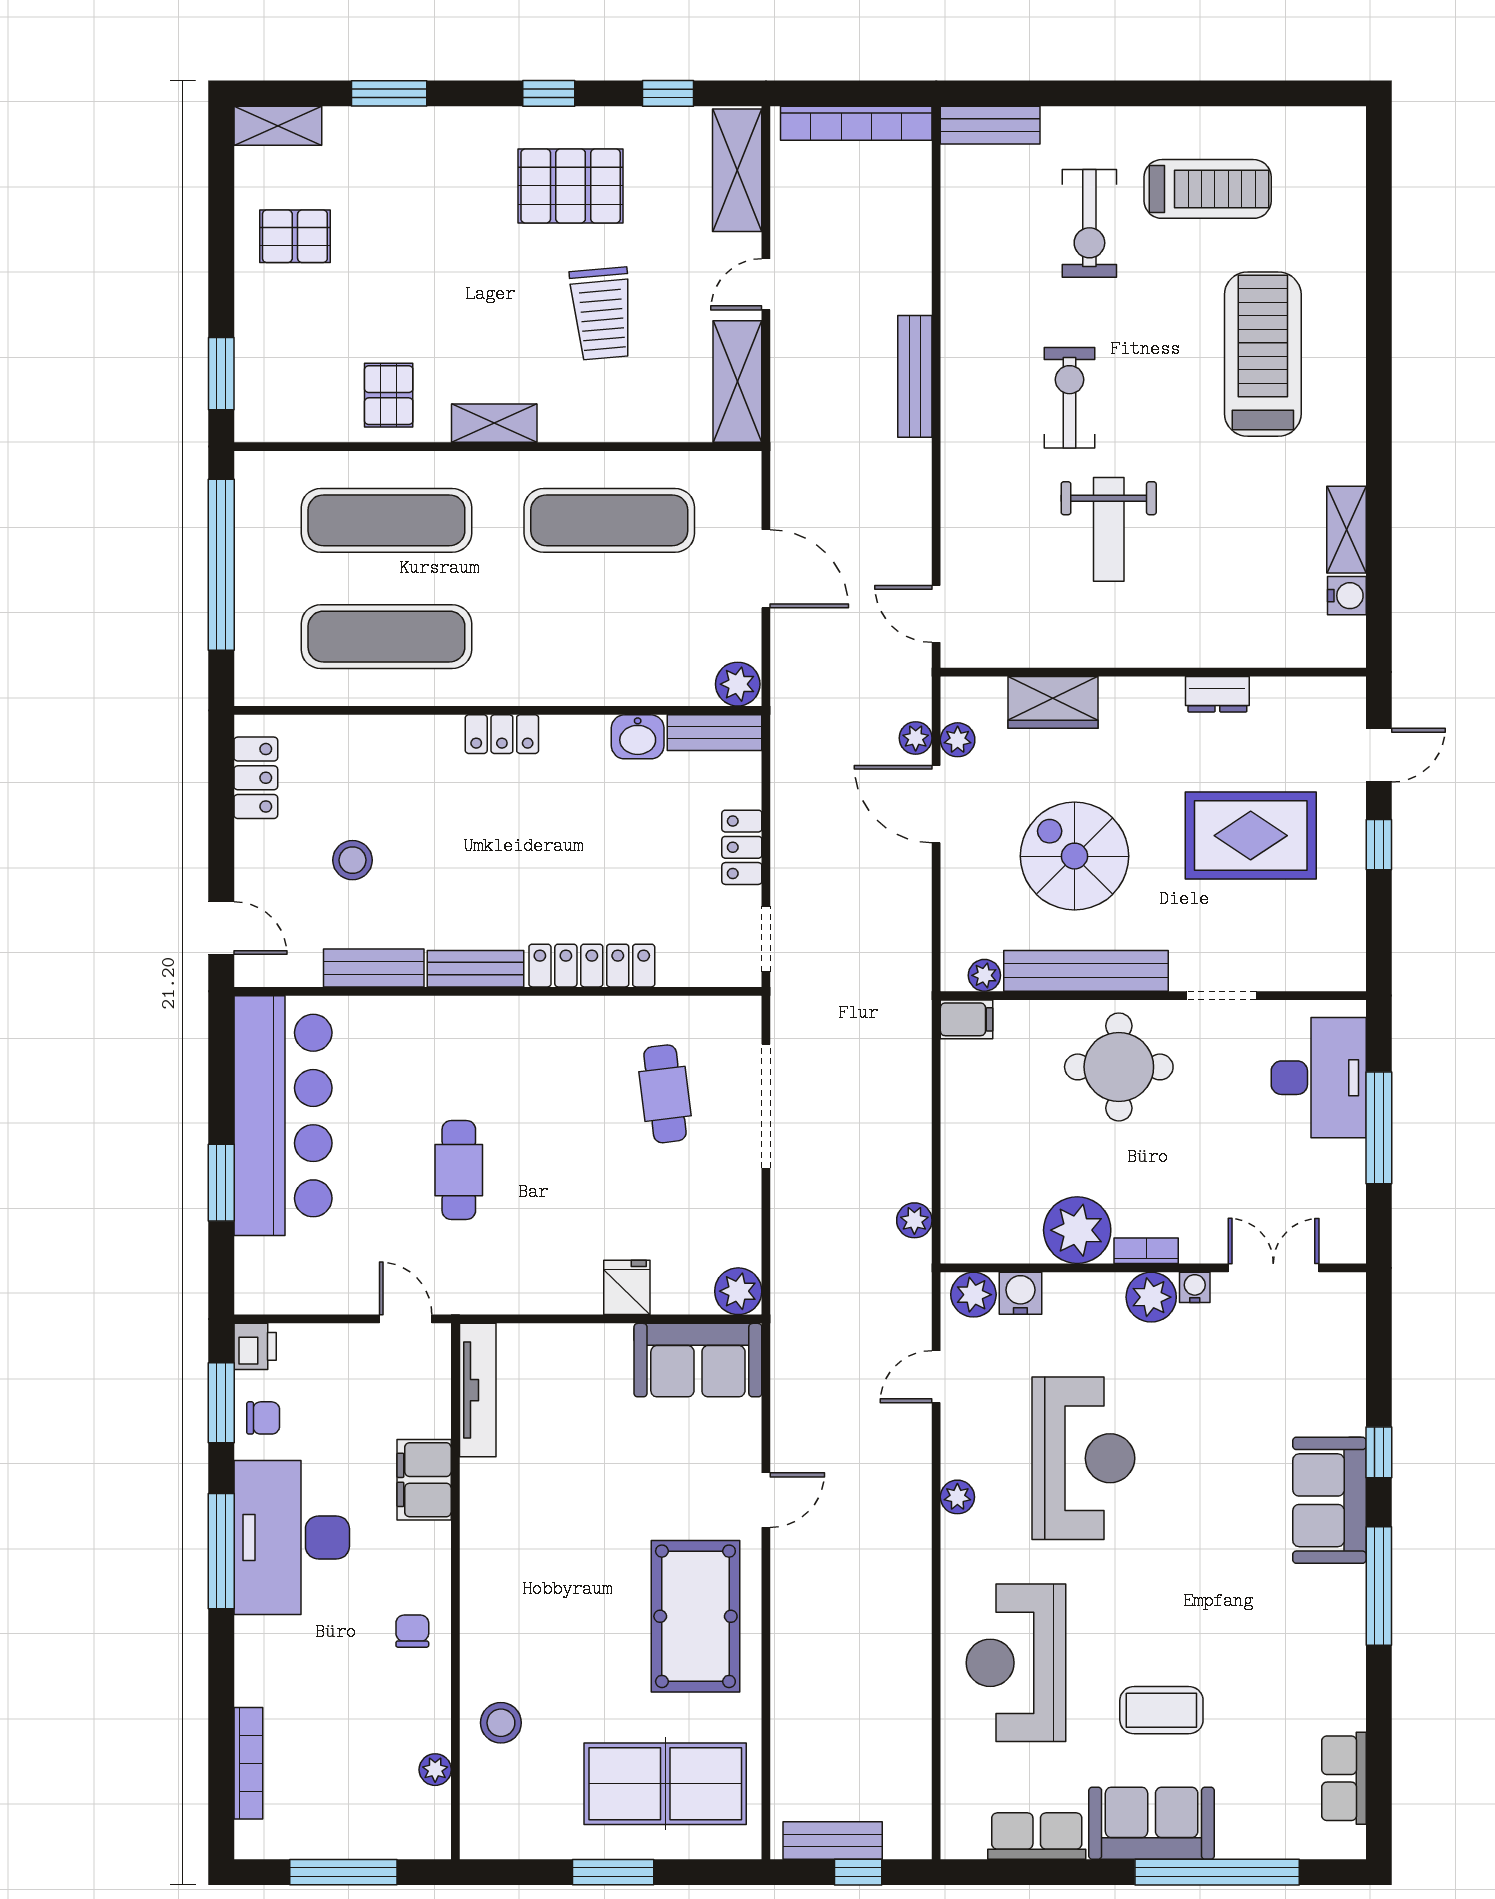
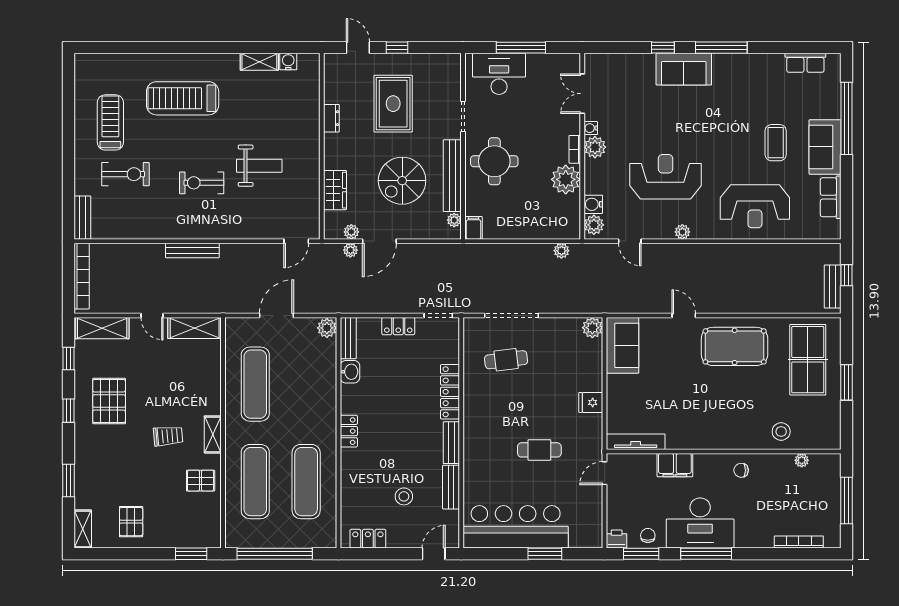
trolley: (602, 314) -> (168, 436), moved, width x0.73, depth x0.72
fridge: (627, 1287) -> (591, 402), moved

